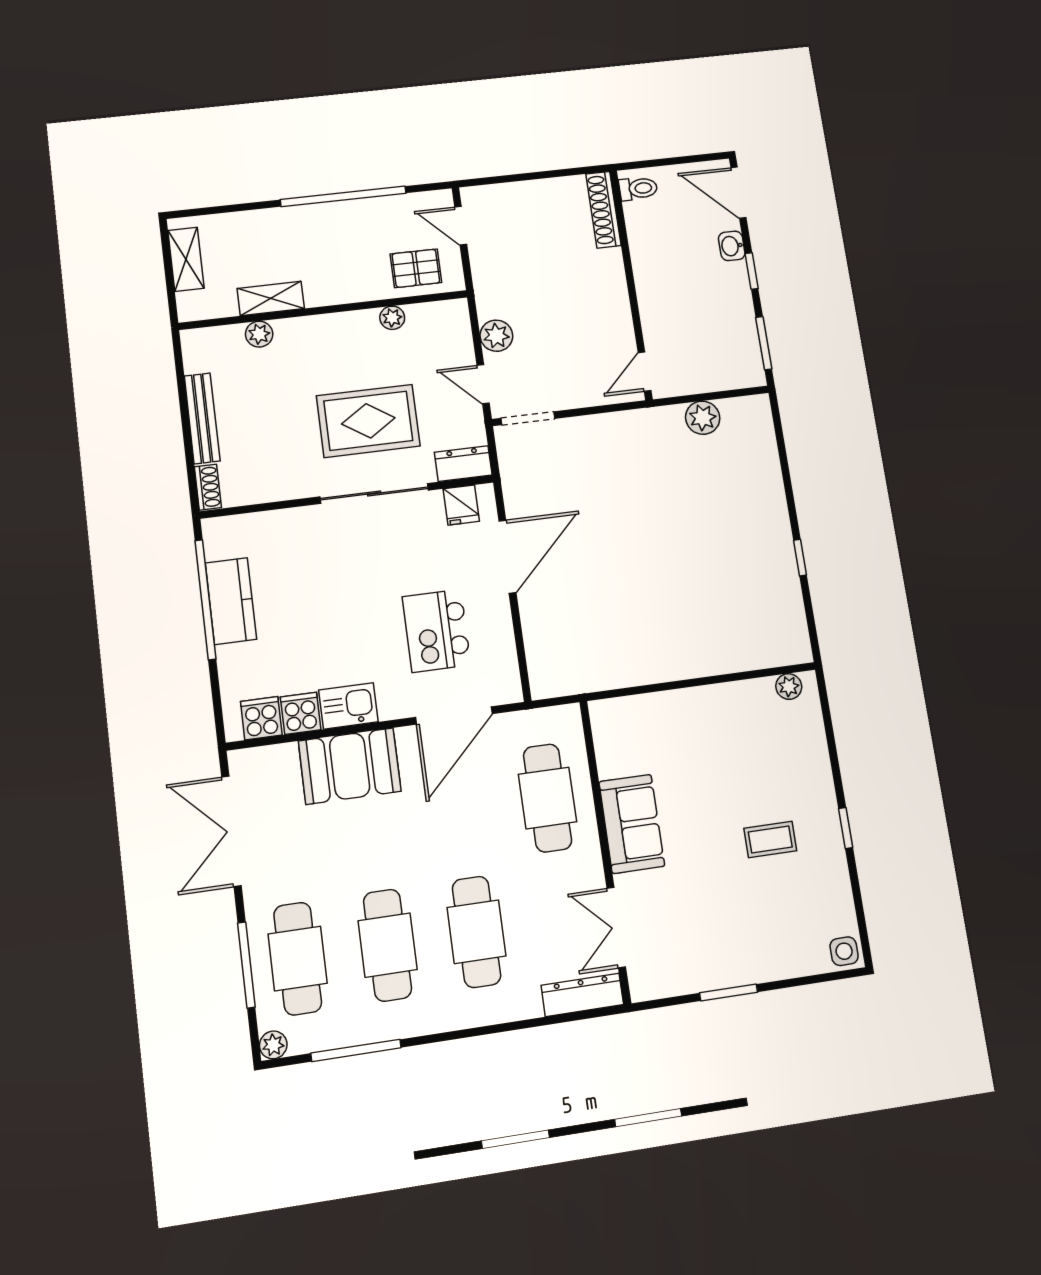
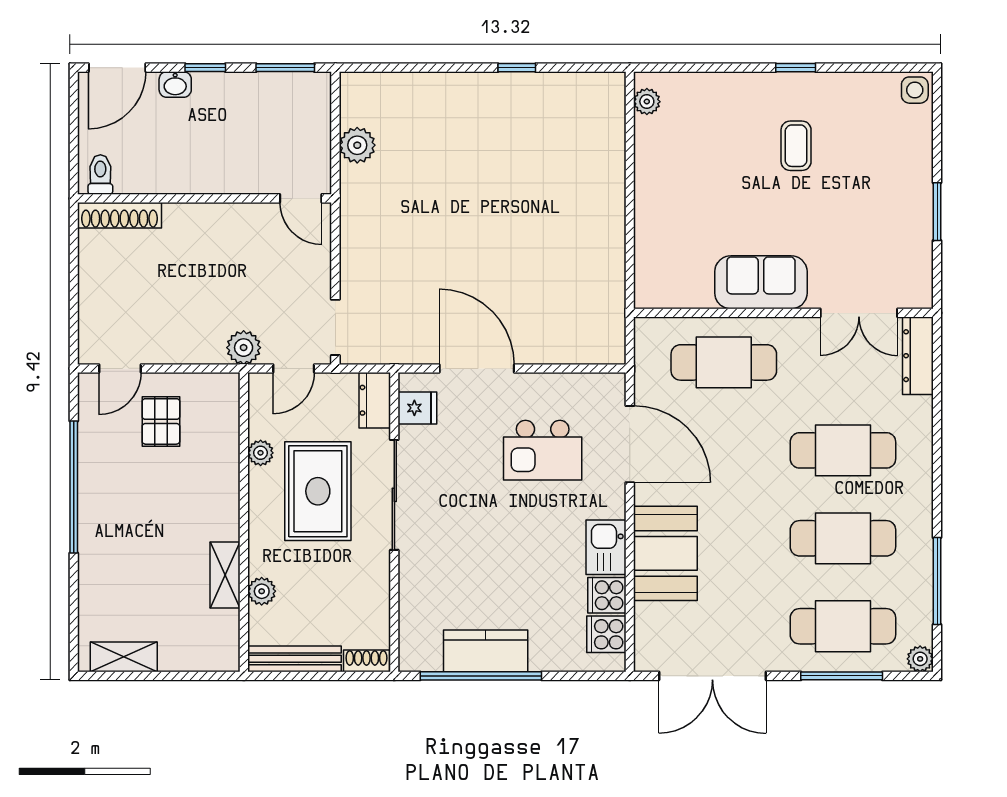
shelving: (271, 298) -> (225, 575), moved
wall: (324, 310) -> (244, 522), moved
plant: (392, 318) -> (261, 453), moved
plant: (259, 334) -> (262, 591), moved

